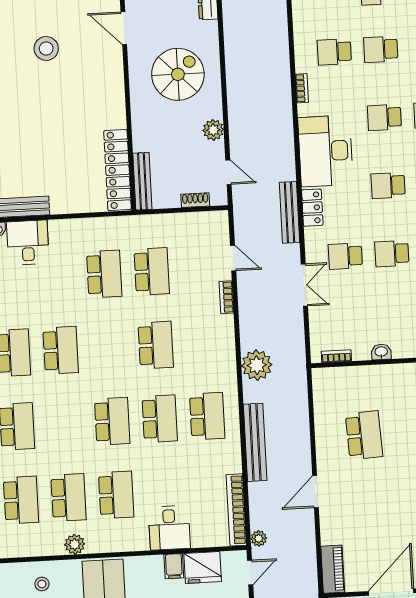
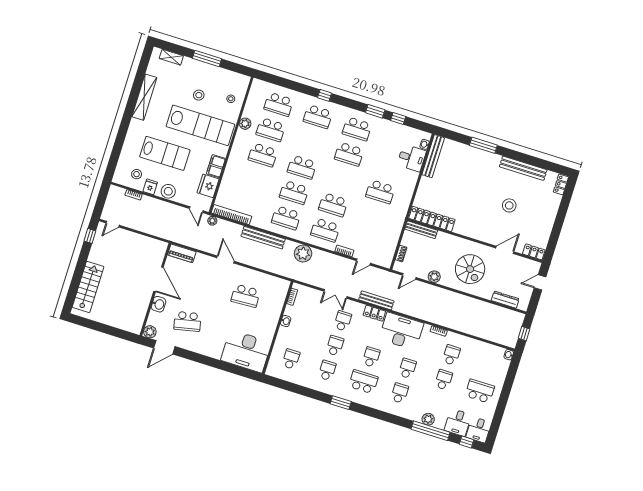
school desk: (152, 271) -> (325, 230), moved
desk: (169, 528) -> (235, 176), removed
filing cabinet: (174, 566) -> (216, 166), width x2.00

